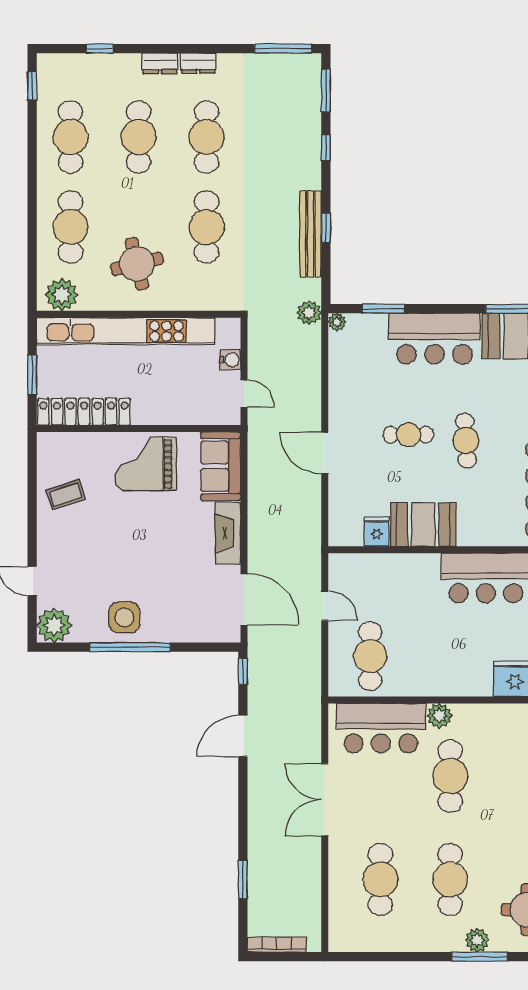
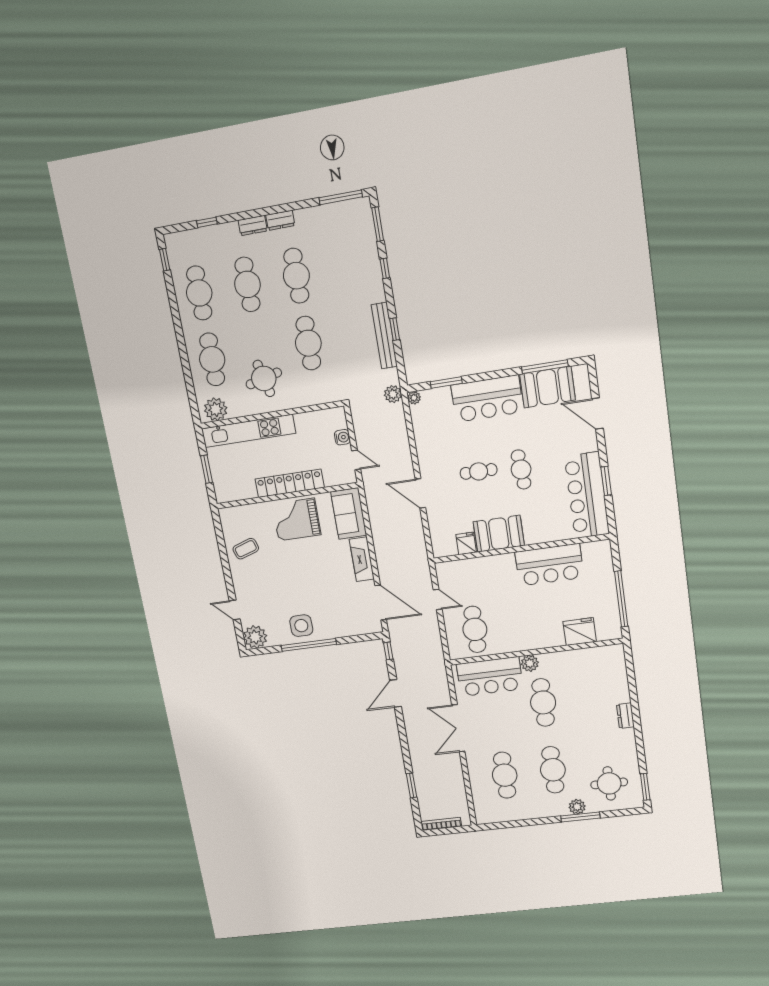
kitchen unit: (126, 331) -> (248, 431), width x0.73
locker: (84, 412) -> (290, 483), moved

